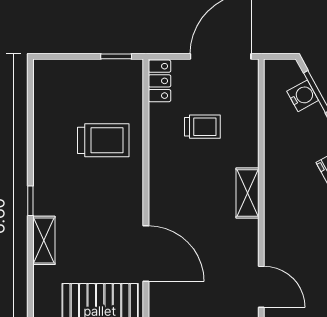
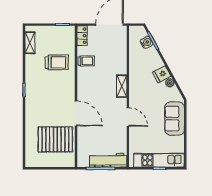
trolley: (202, 127) -> (86, 61), moved
shelving: (44, 240) -> (30, 43), moved
door: (261, 287) -> (128, 117), moved

